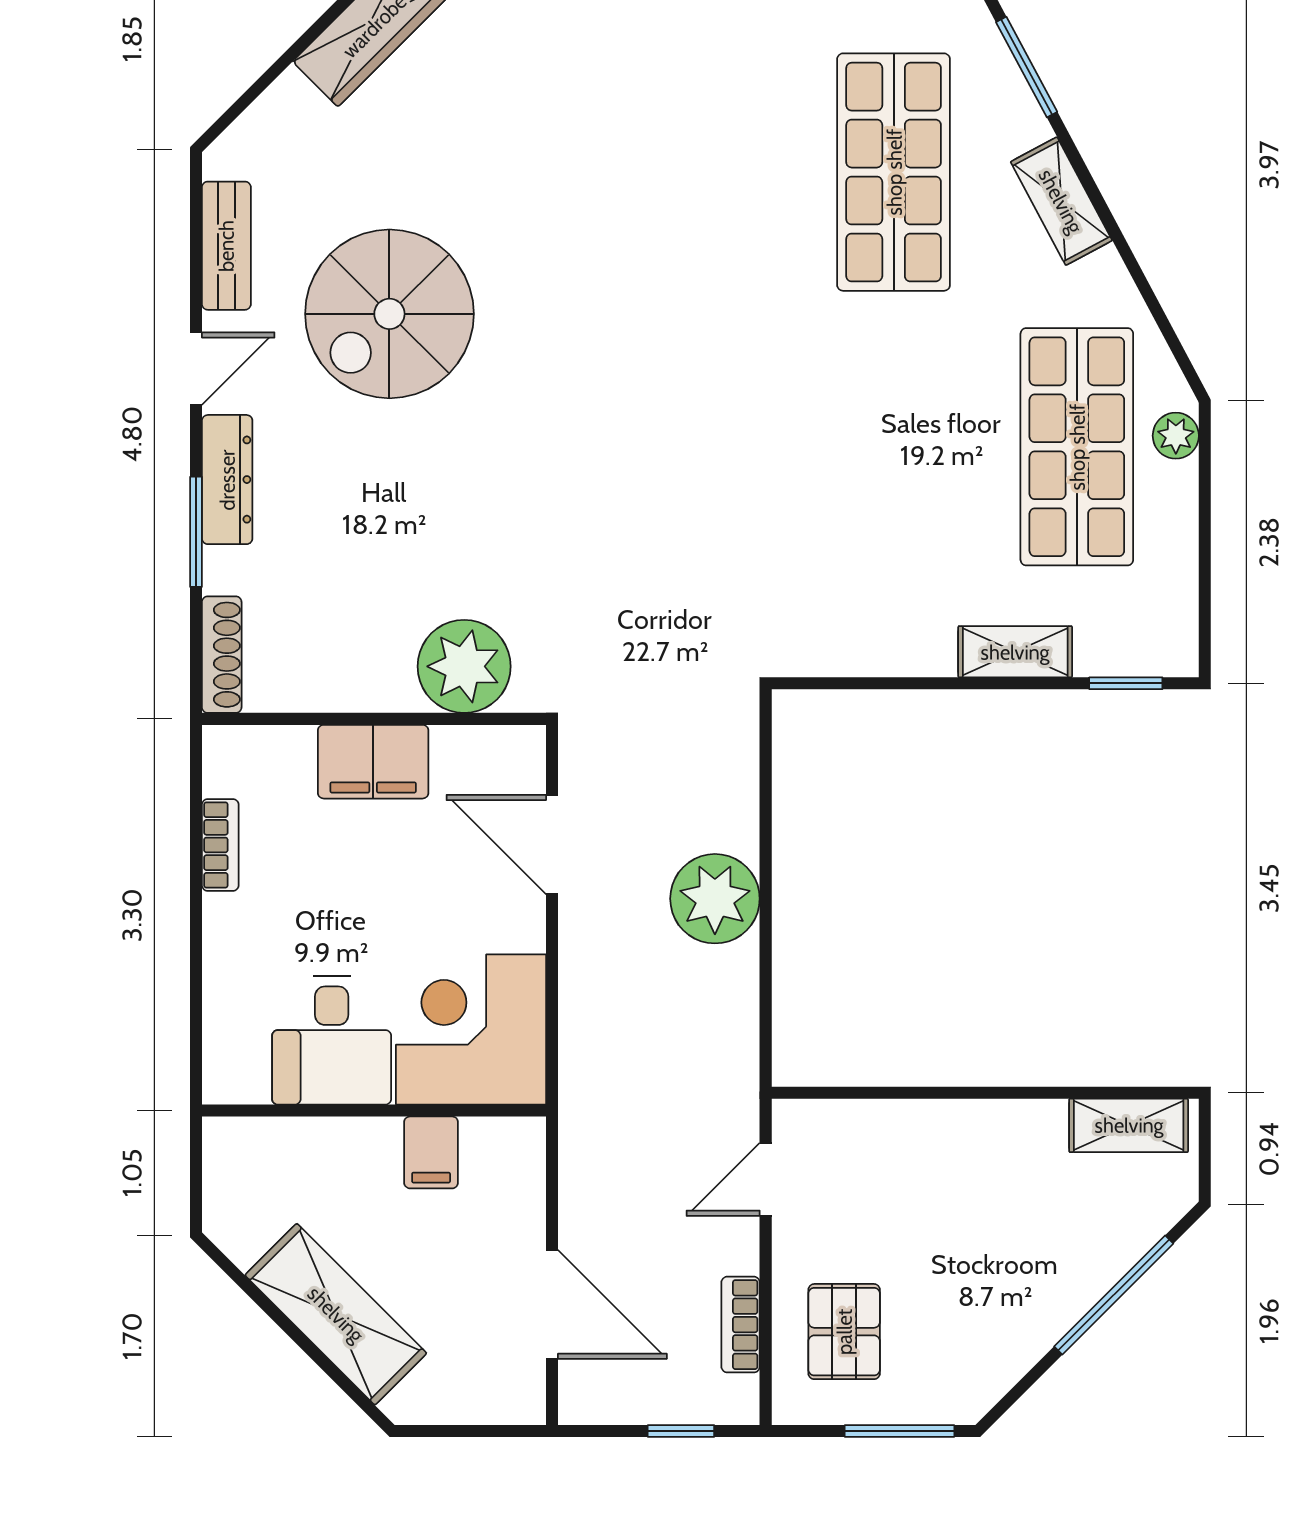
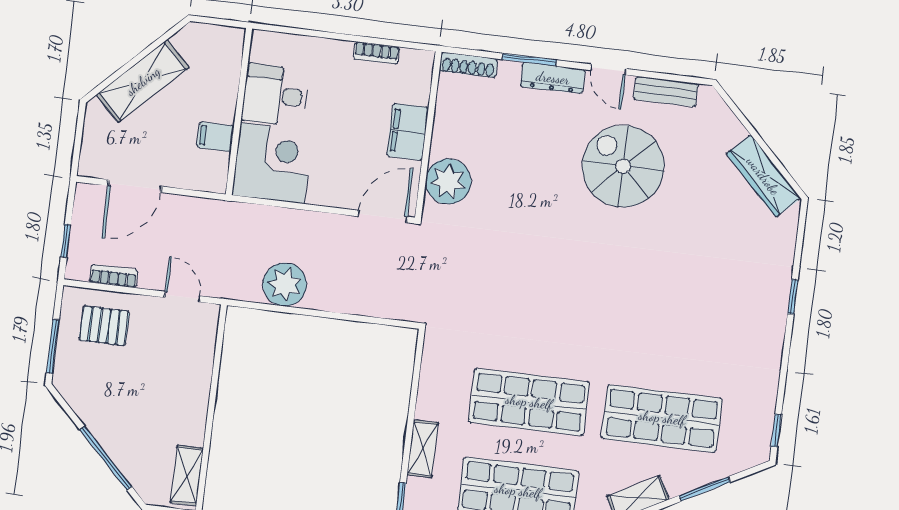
shop shelf: (894, 447) -> (529, 402), added
door: (552, 845) -> (383, 217), moved
plant: (715, 899) -> (285, 284), moved

